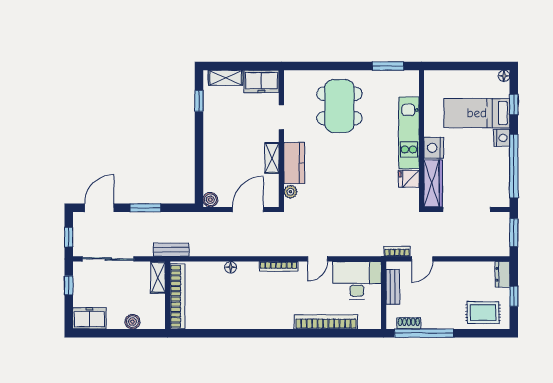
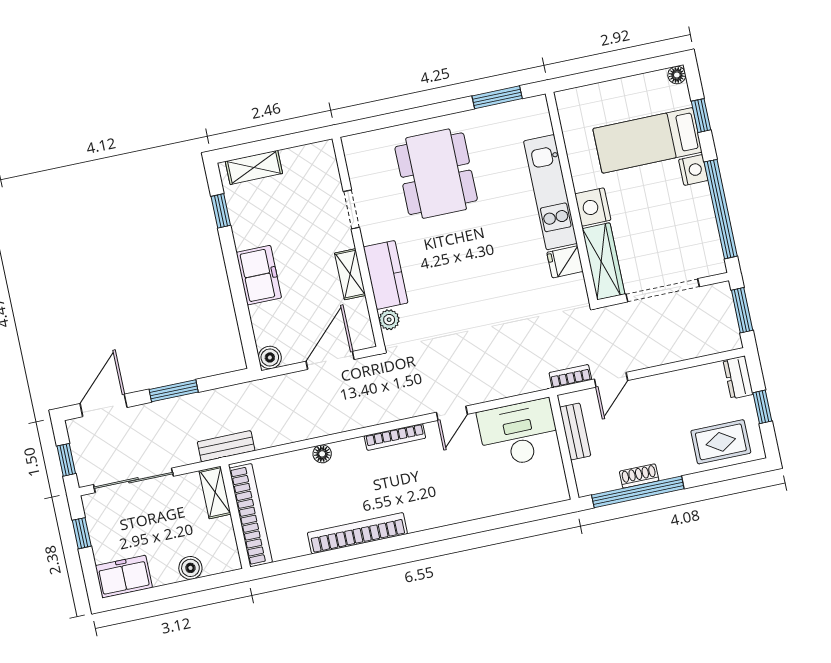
freezer: (261, 81) -> (259, 275), moved, turned -90
bookcase: (326, 322) -> (357, 533), moved
shoe rack: (409, 323) -> (639, 476), moved

